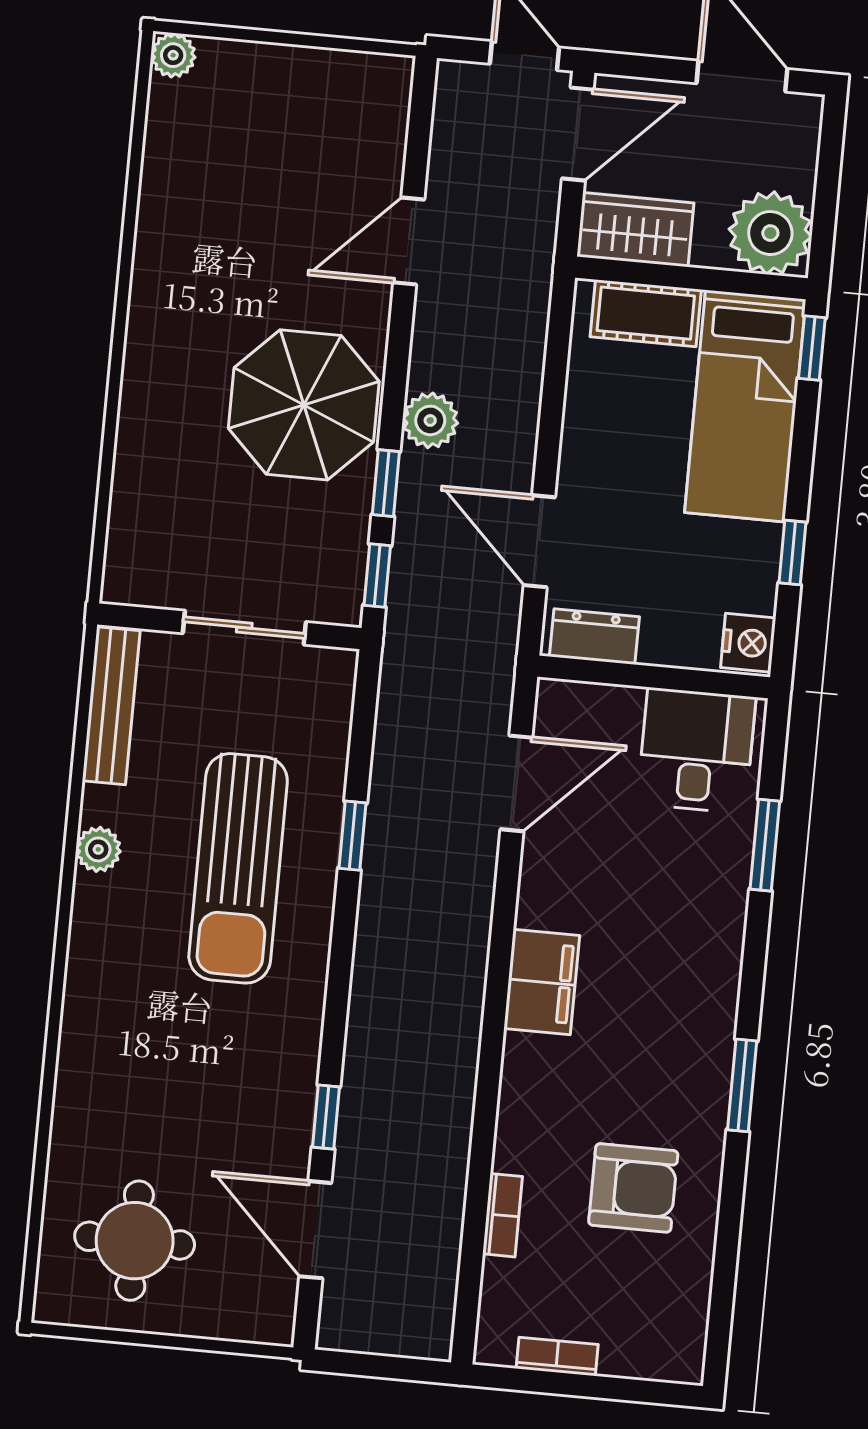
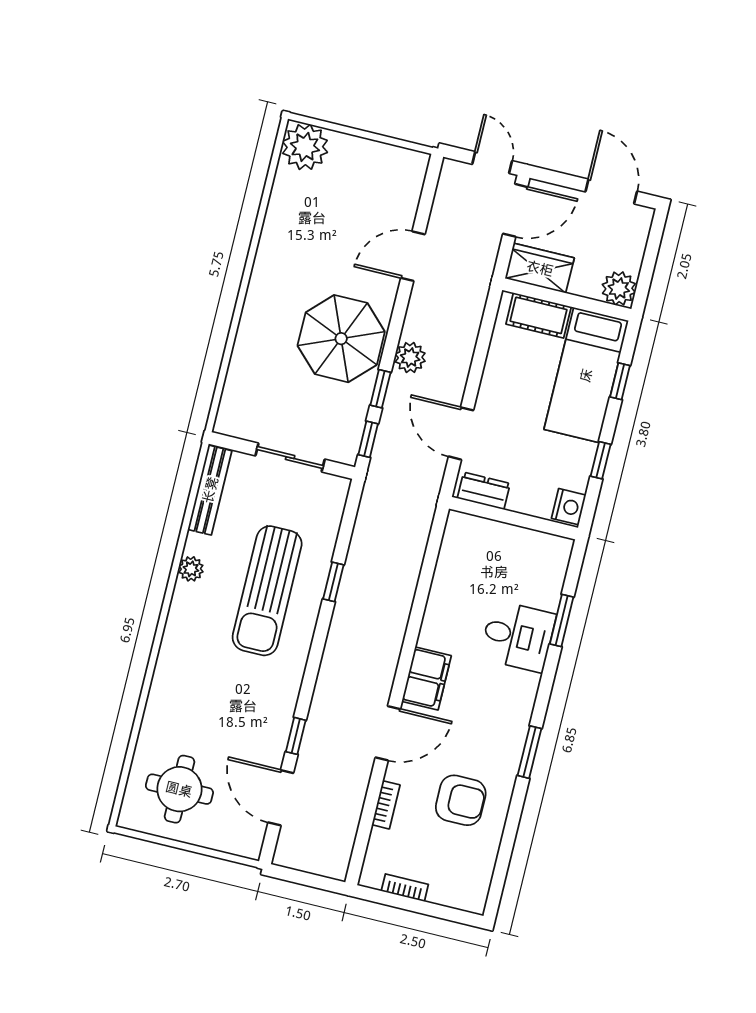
plant: (173, 55) -> (305, 147), width x1.88, depth x1.88
plant: (770, 233) -> (619, 288), width x0.73, depth x0.73
window: (812, 348) -> (620, 381), moved
desk: (696, 750) -> (518, 636), moved, turned 90
door: (516, 783) -> (388, 733), moved

